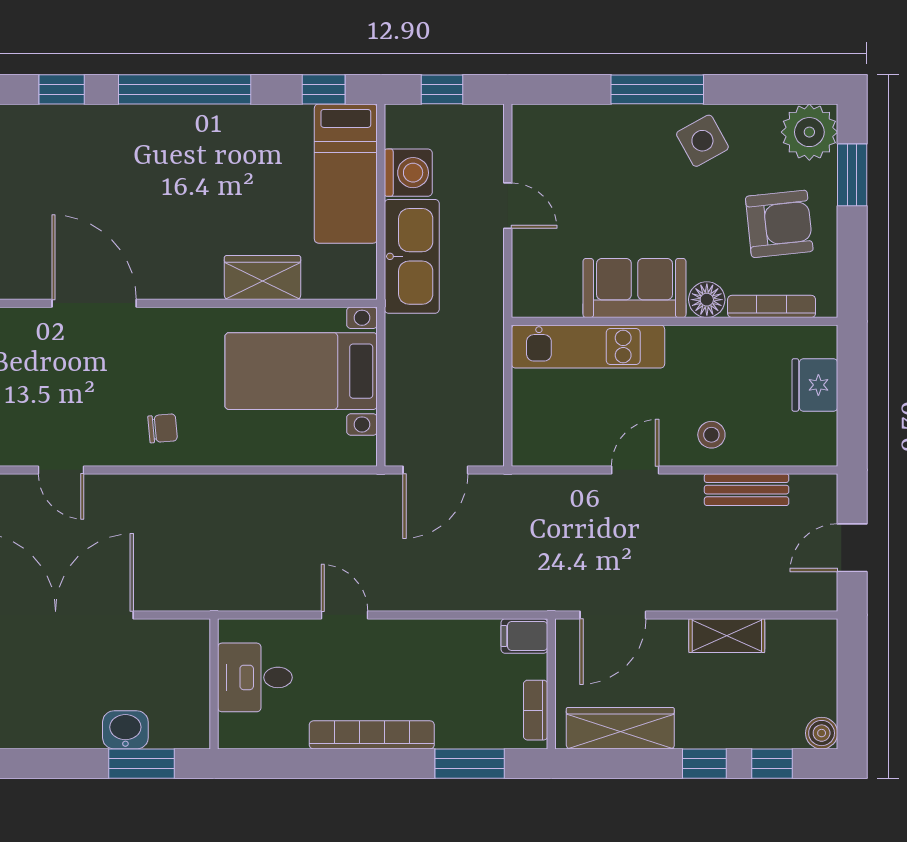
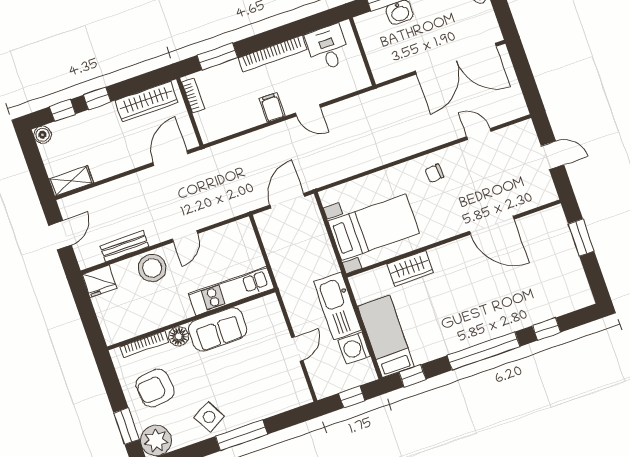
door: (508, 206) -> (297, 349), swing flipped
fridge: (815, 385) -> (99, 281), moved, turned 90
stool: (711, 435) -> (152, 268), width x1.89, depth x1.89
filing cabinet: (524, 636) -> (272, 107), moved, turned -90
shelving: (727, 636) -> (71, 181), moved
desk: (255, 677) -> (328, 48), moved, turned -90

